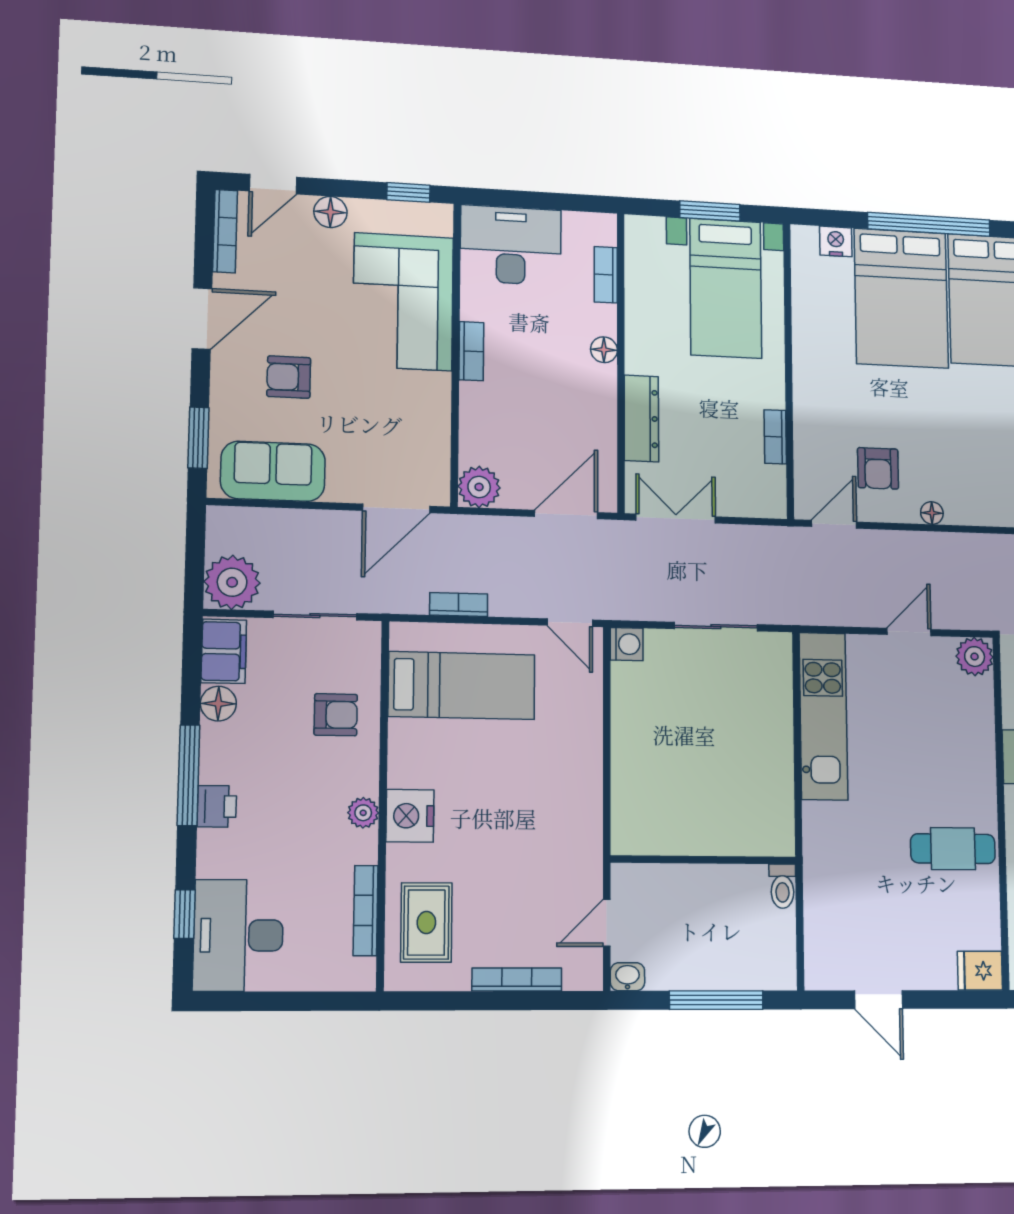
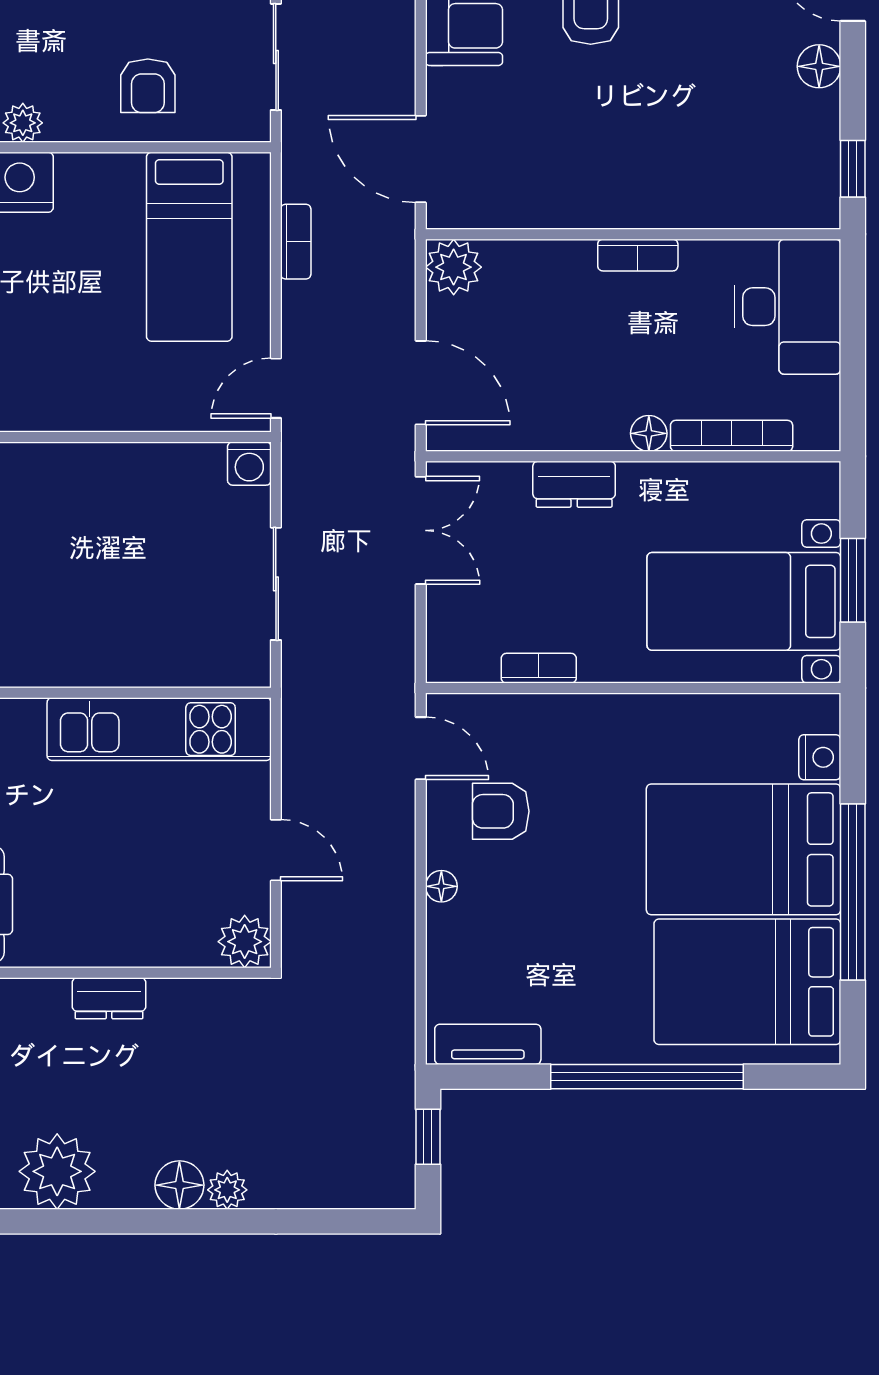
bookcase: (606, 275) -> (732, 436), width x1.56
corner sofa: (403, 302) -> (701, 164), removed
dresser: (641, 418) -> (574, 484), width x0.70

